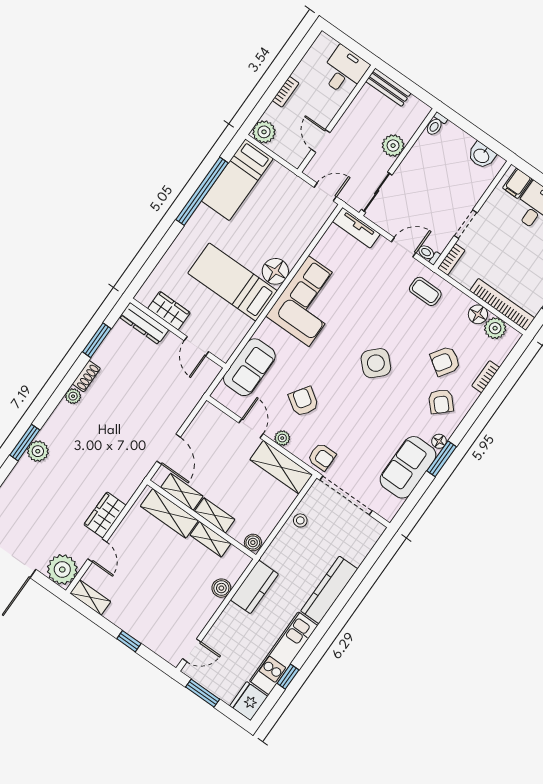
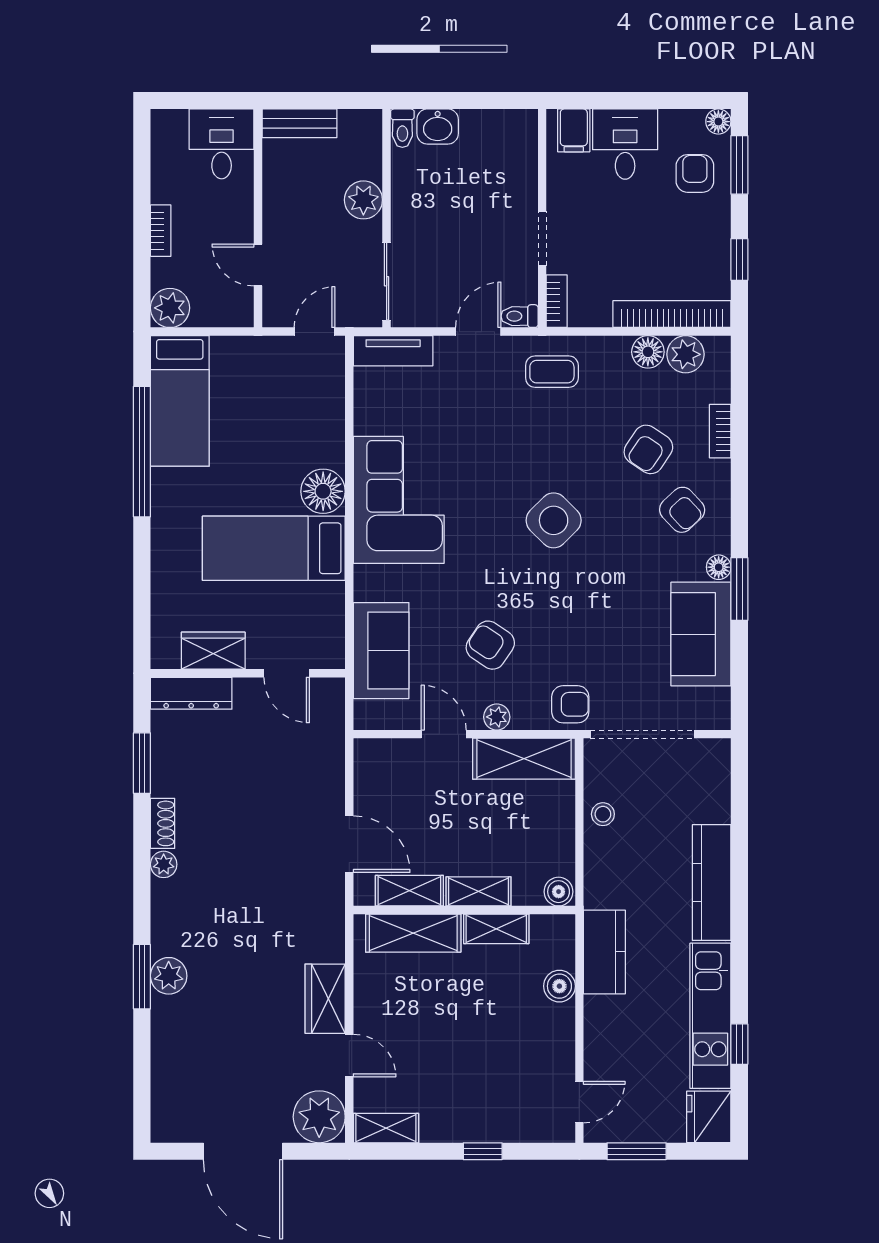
washbasin: (482, 155) -> (438, 126), moved

